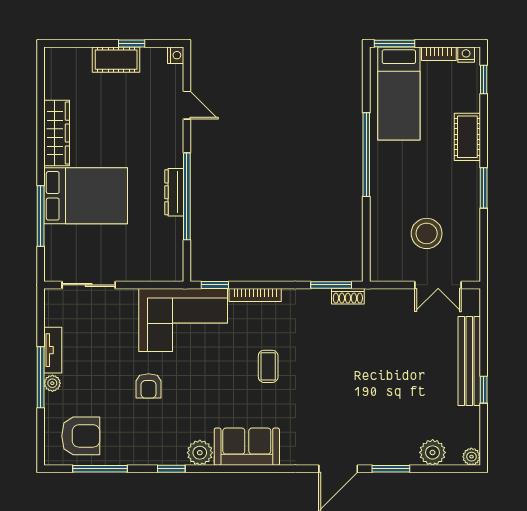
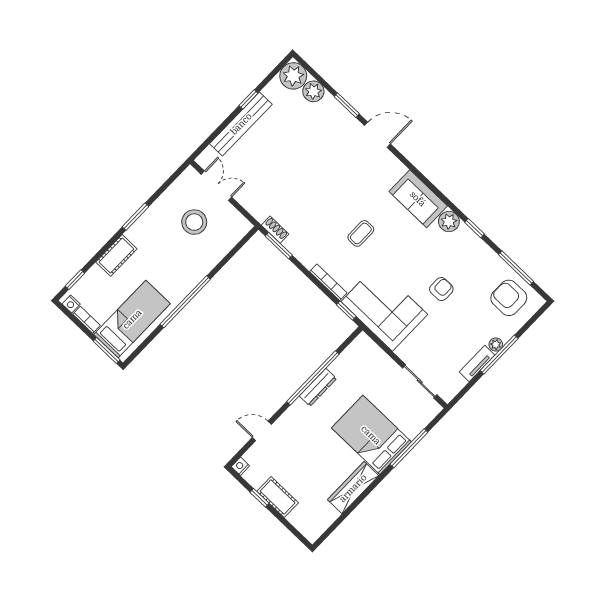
door: (187, 105) -> (262, 431), hinge flipped
plant: (471, 457) -> (293, 76), width x1.87, depth x1.87

